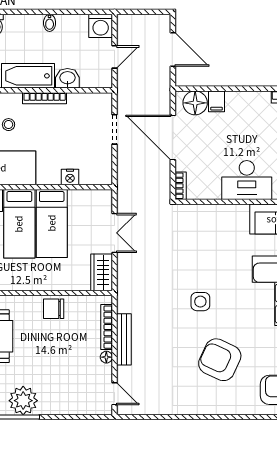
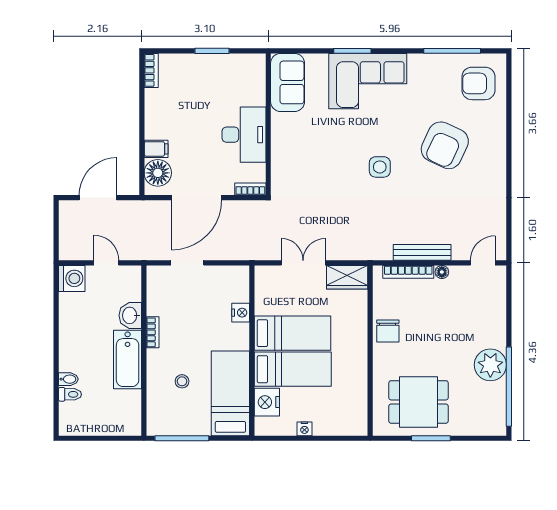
bidet: (50, 23) -> (68, 379), moved
bookcase: (45, 98) -> (153, 332), width x0.64
desk: (247, 180) -> (244, 135), moved

